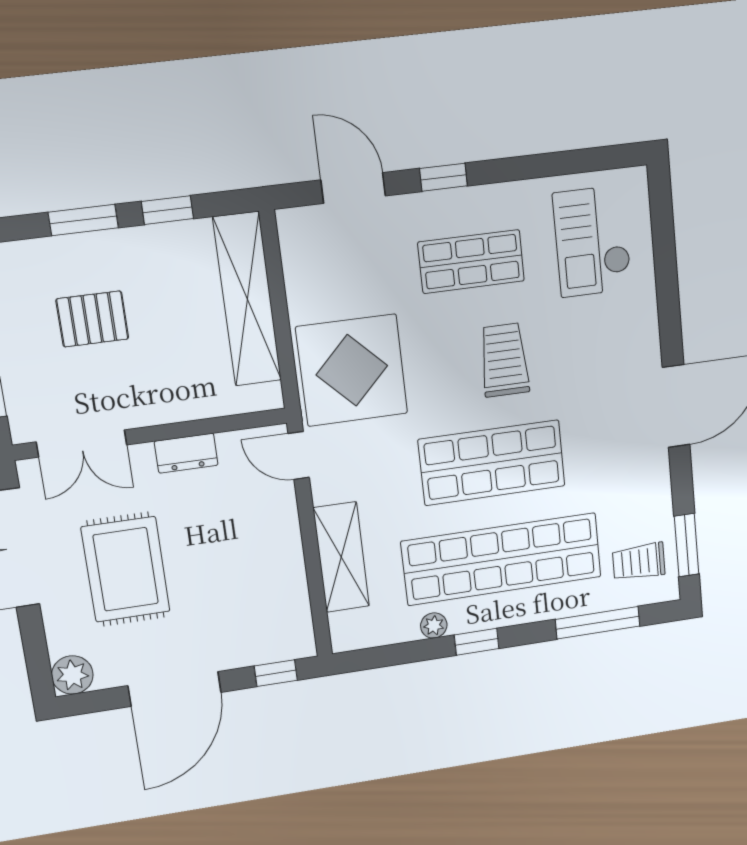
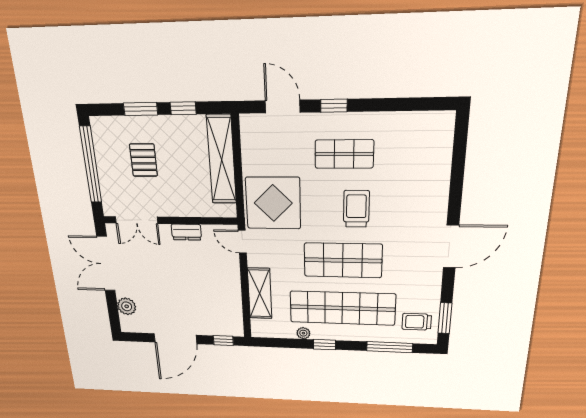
checkout: (592, 241) -> (416, 151), removed
pallet: (92, 319) -> (143, 160), turned 90
rug: (126, 569) -> (155, 282), removed
plant: (72, 675) -> (127, 306), moved

